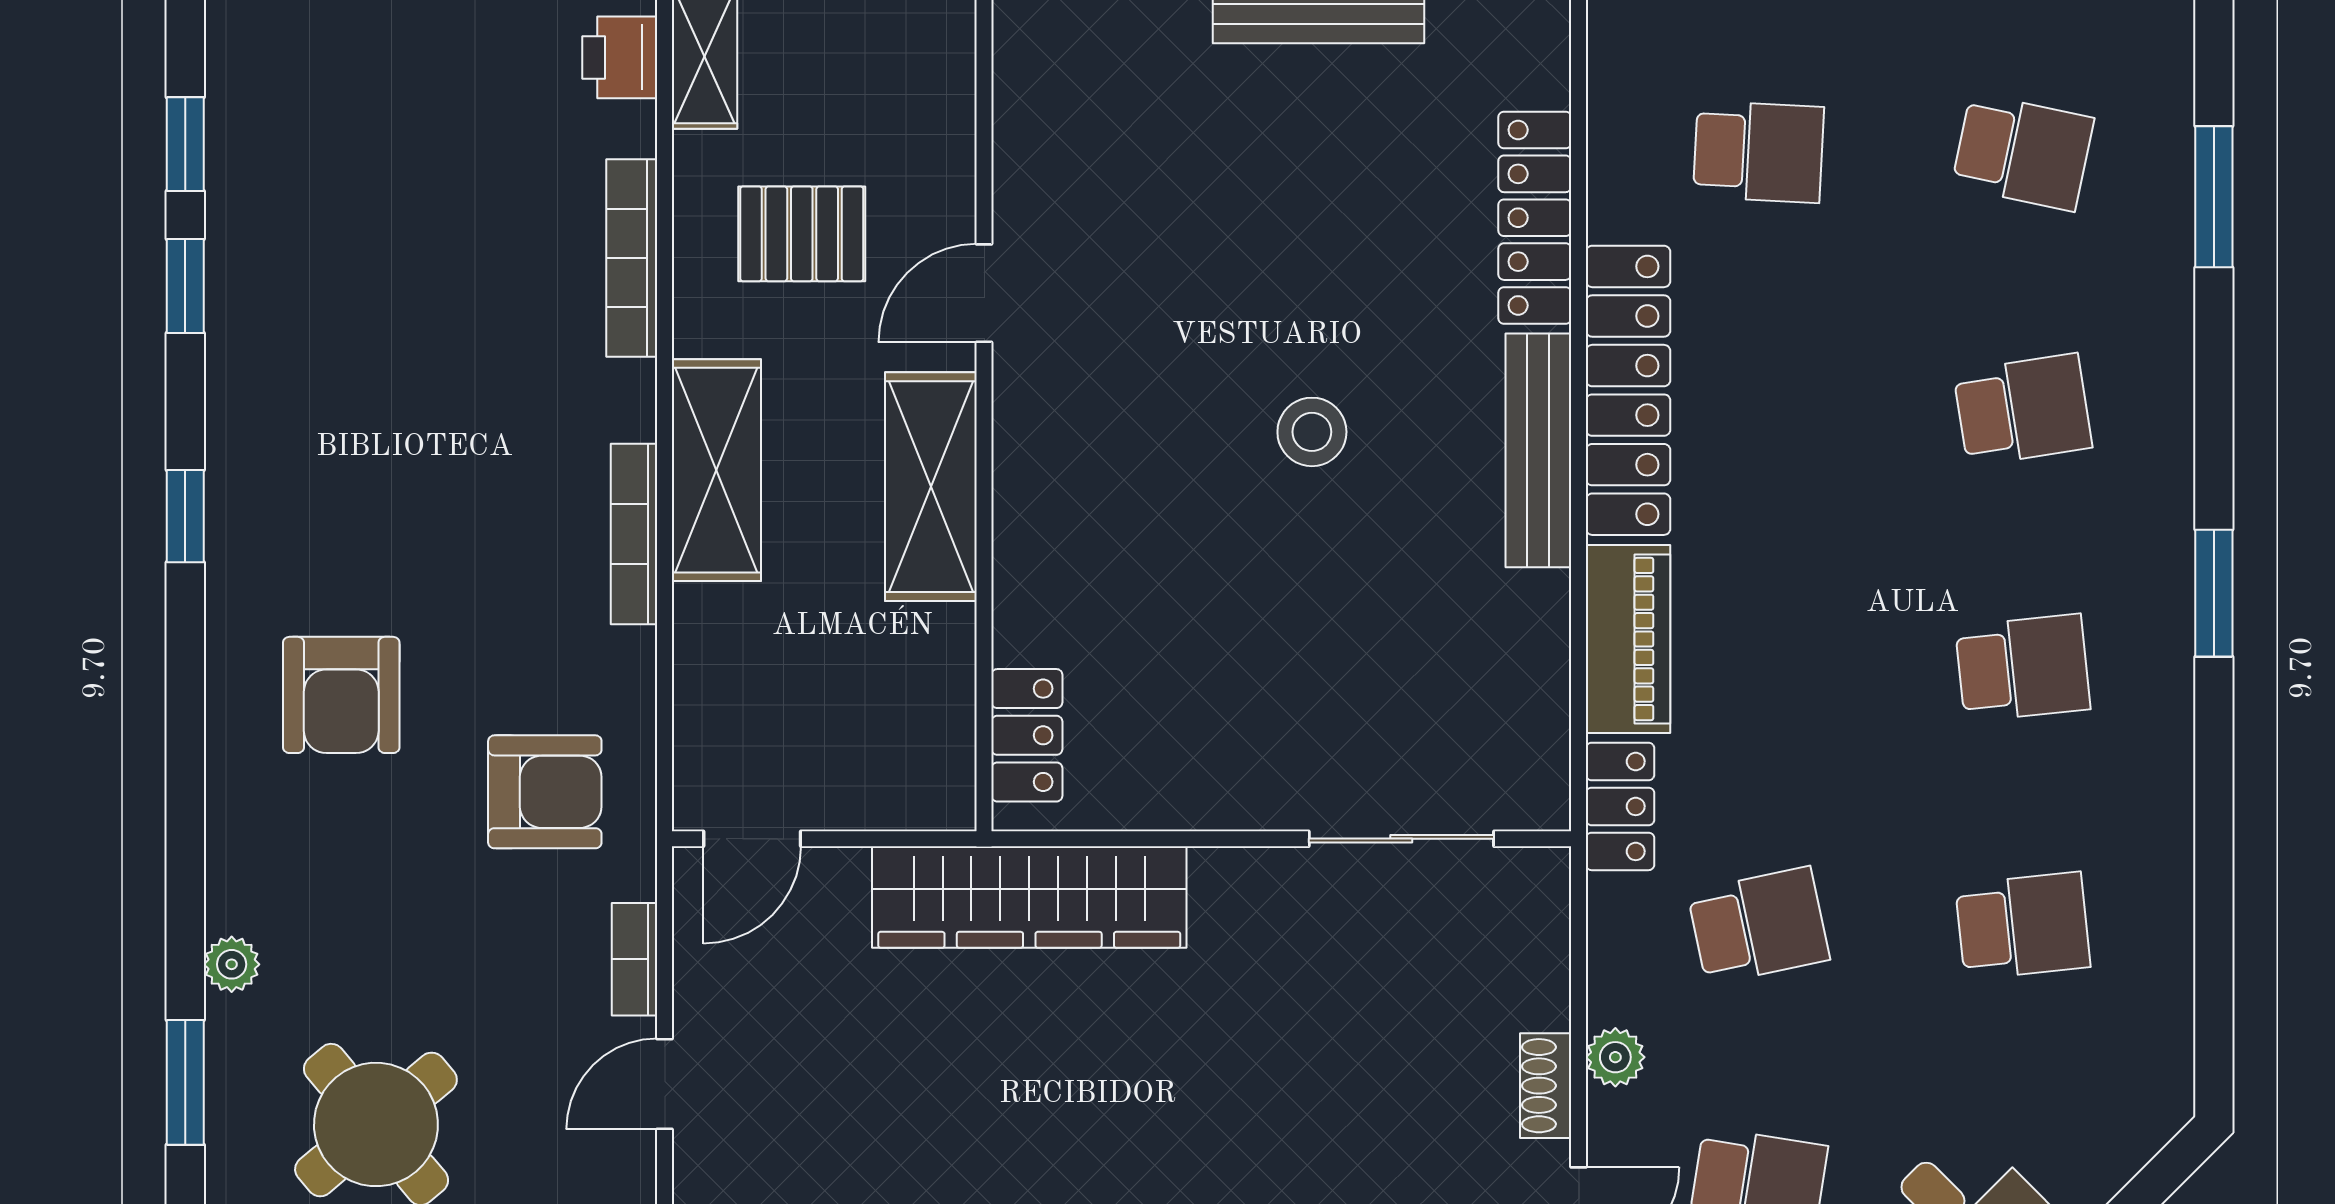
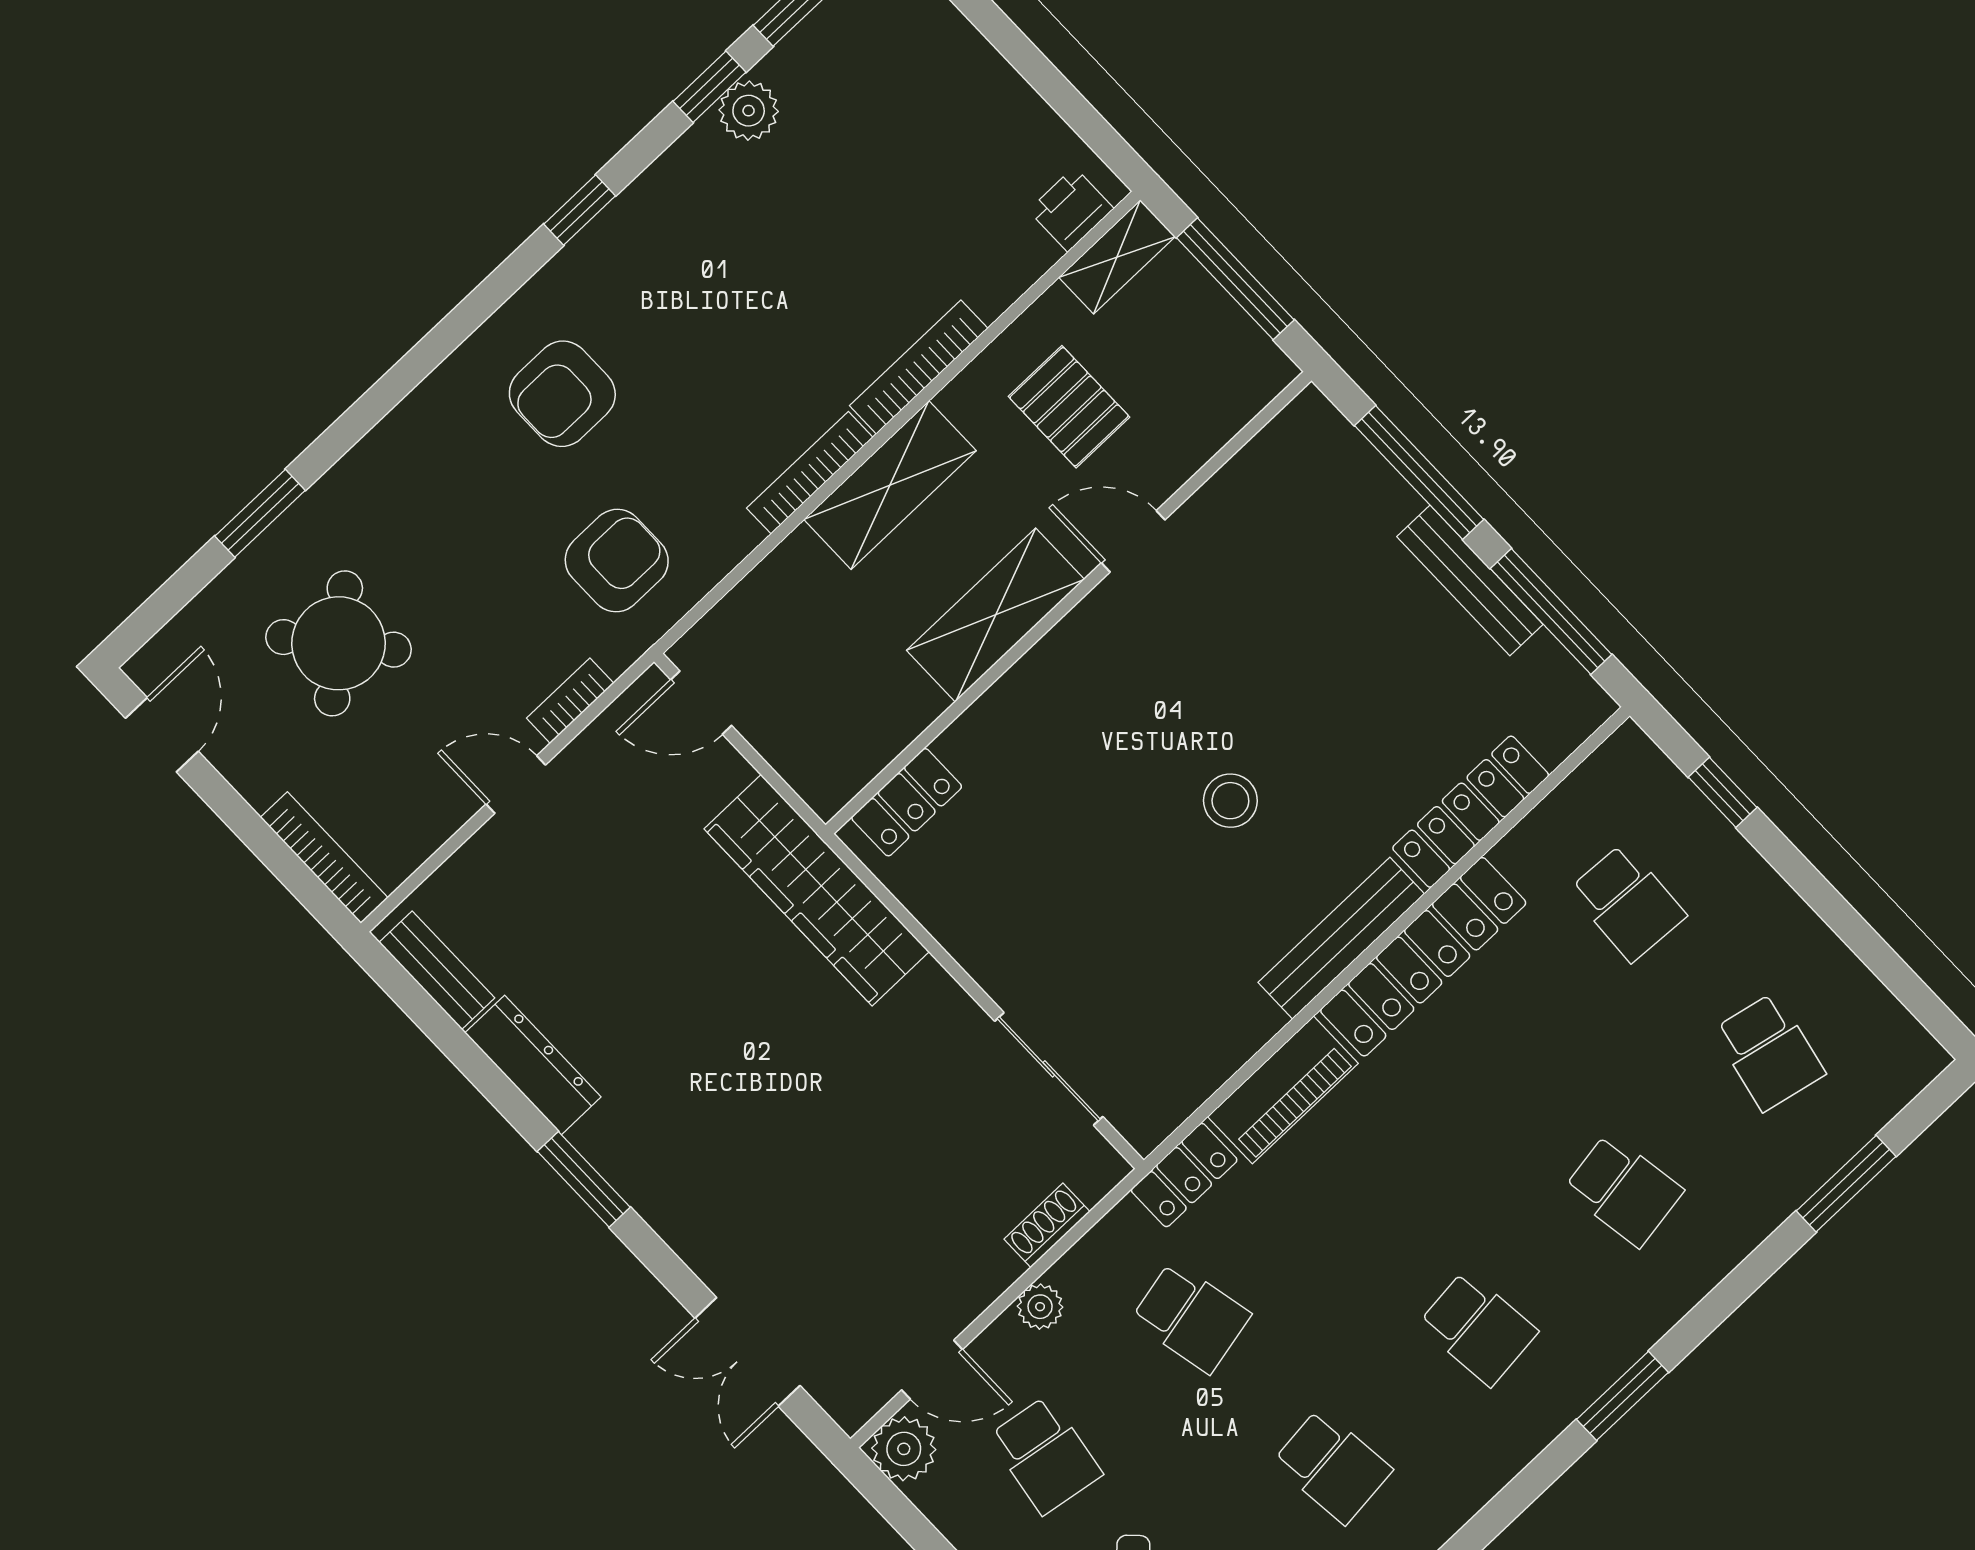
bookcase: (632, 258) -> (919, 367), moved
armchair: (545, 792) -> (617, 561), turned -90
plant: (232, 964) -> (749, 111), moved, width x1.38, depth x1.38
shoe rack: (1546, 1086) -> (1047, 1225), moved

